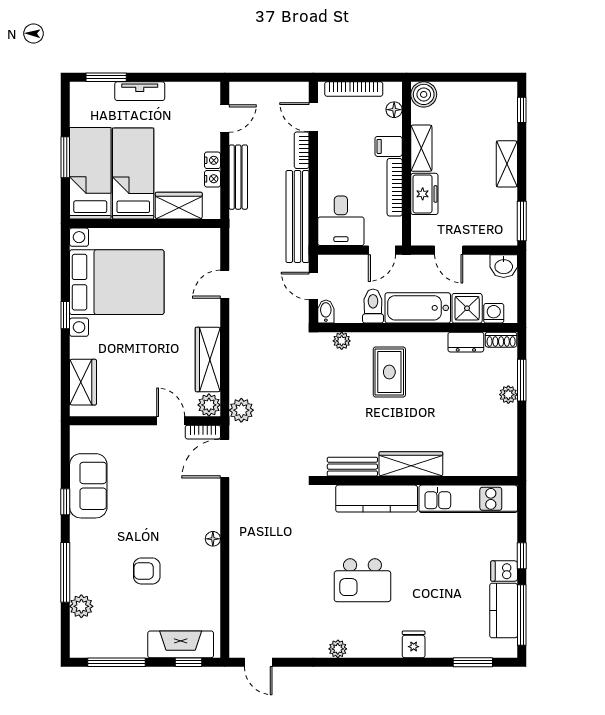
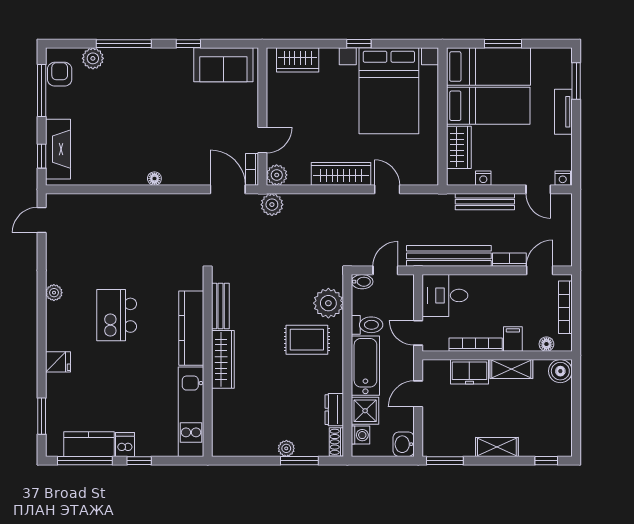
nightstand: (212, 160) -> (563, 178), moved
plant: (342, 341) -> (328, 303), width x1.88, depth x1.88
wardrobe: (208, 359) -> (341, 174), moved
sofa: (88, 486) -> (223, 65), moved
armchair: (147, 571) -> (60, 74), moved

